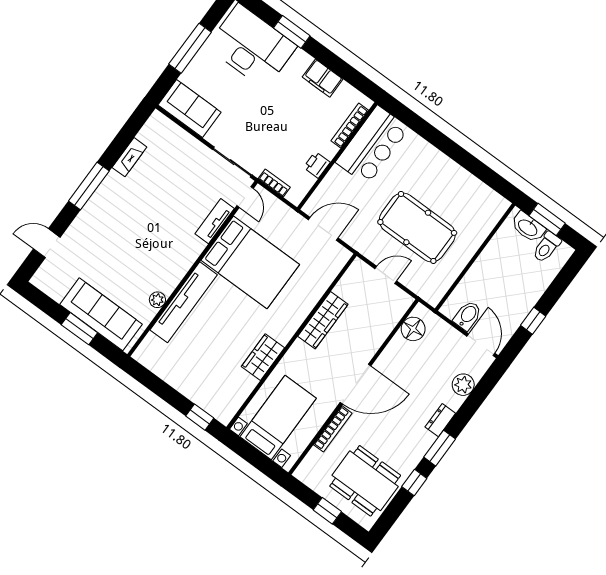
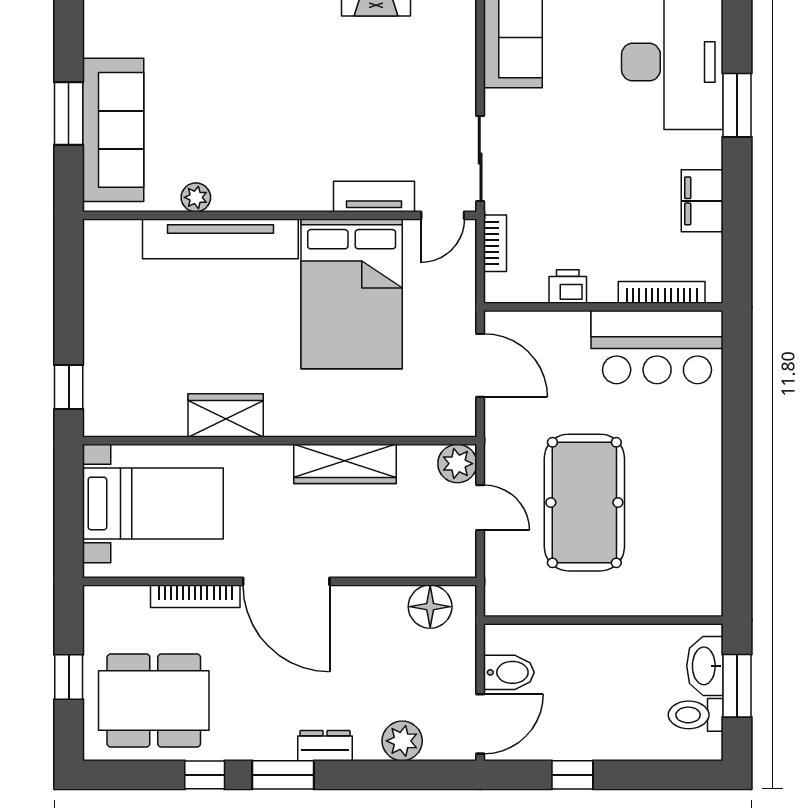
plant: (359, 271) -> (457, 464), added
dining table: (365, 481) -> (154, 700), turned 90

